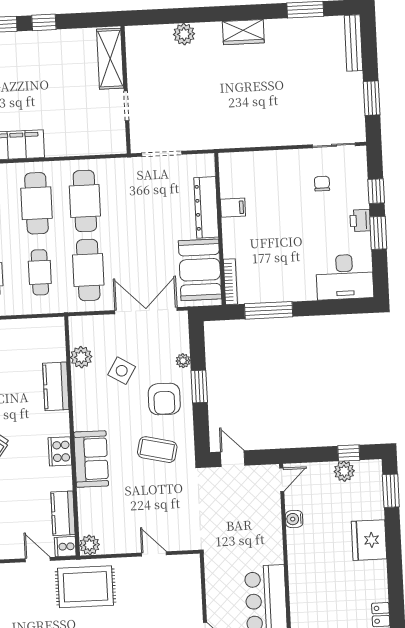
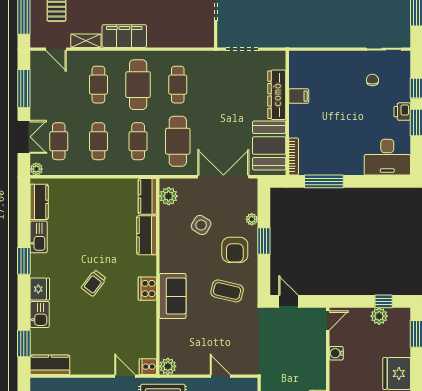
cafe table: (85, 201) -> (178, 85), width x0.73, depth x0.74
plant: (81, 357) -> (169, 196), moved
kitchen counter: (63, 513) -> (147, 196), moved

